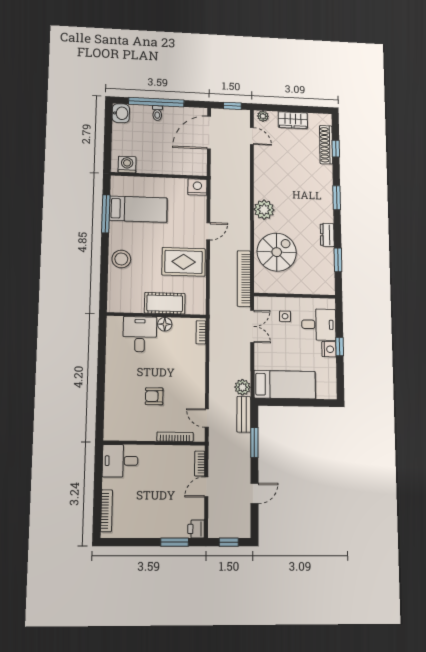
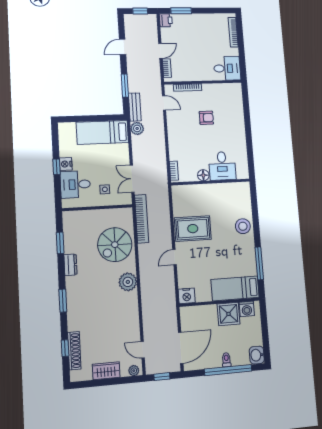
shower: (150, 162) -> (229, 314), added
bed: (138, 209) -> (235, 288), moved
cot: (165, 303) -> (205, 192), removed

